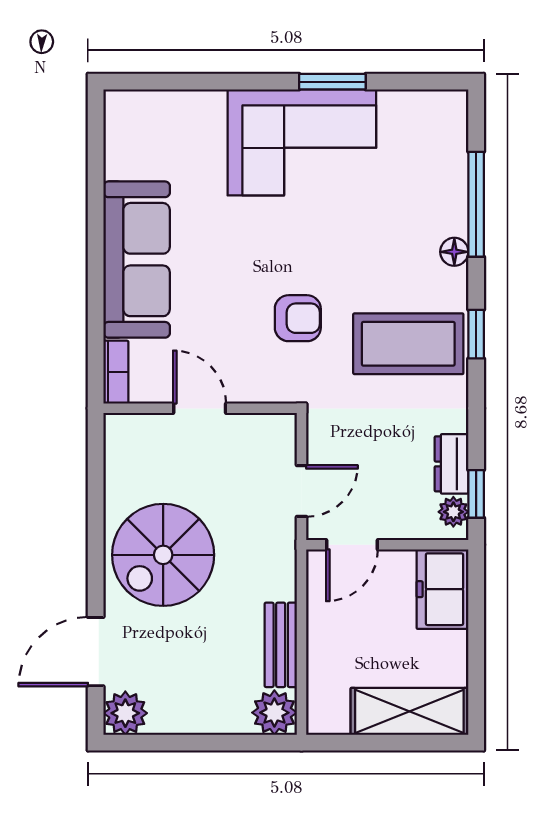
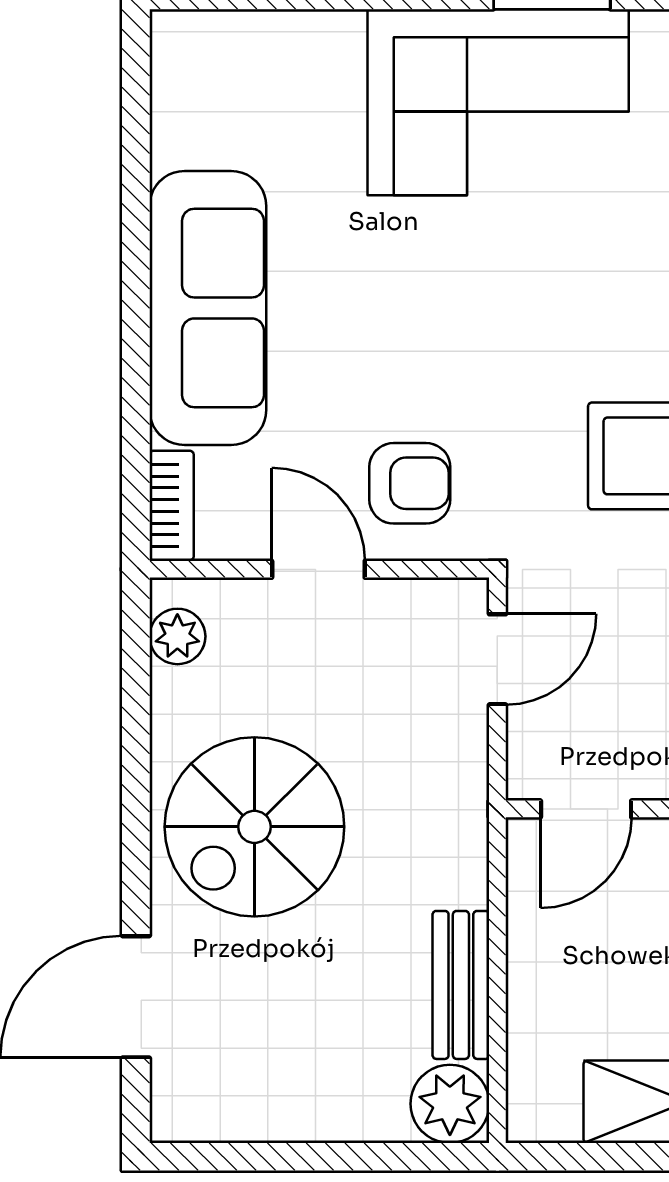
armchair: (298, 318) -> (410, 483), moved
door: (301, 491) -> (497, 659), moved
plant: (125, 713) -> (177, 636), moved, width x0.73, depth x0.73

